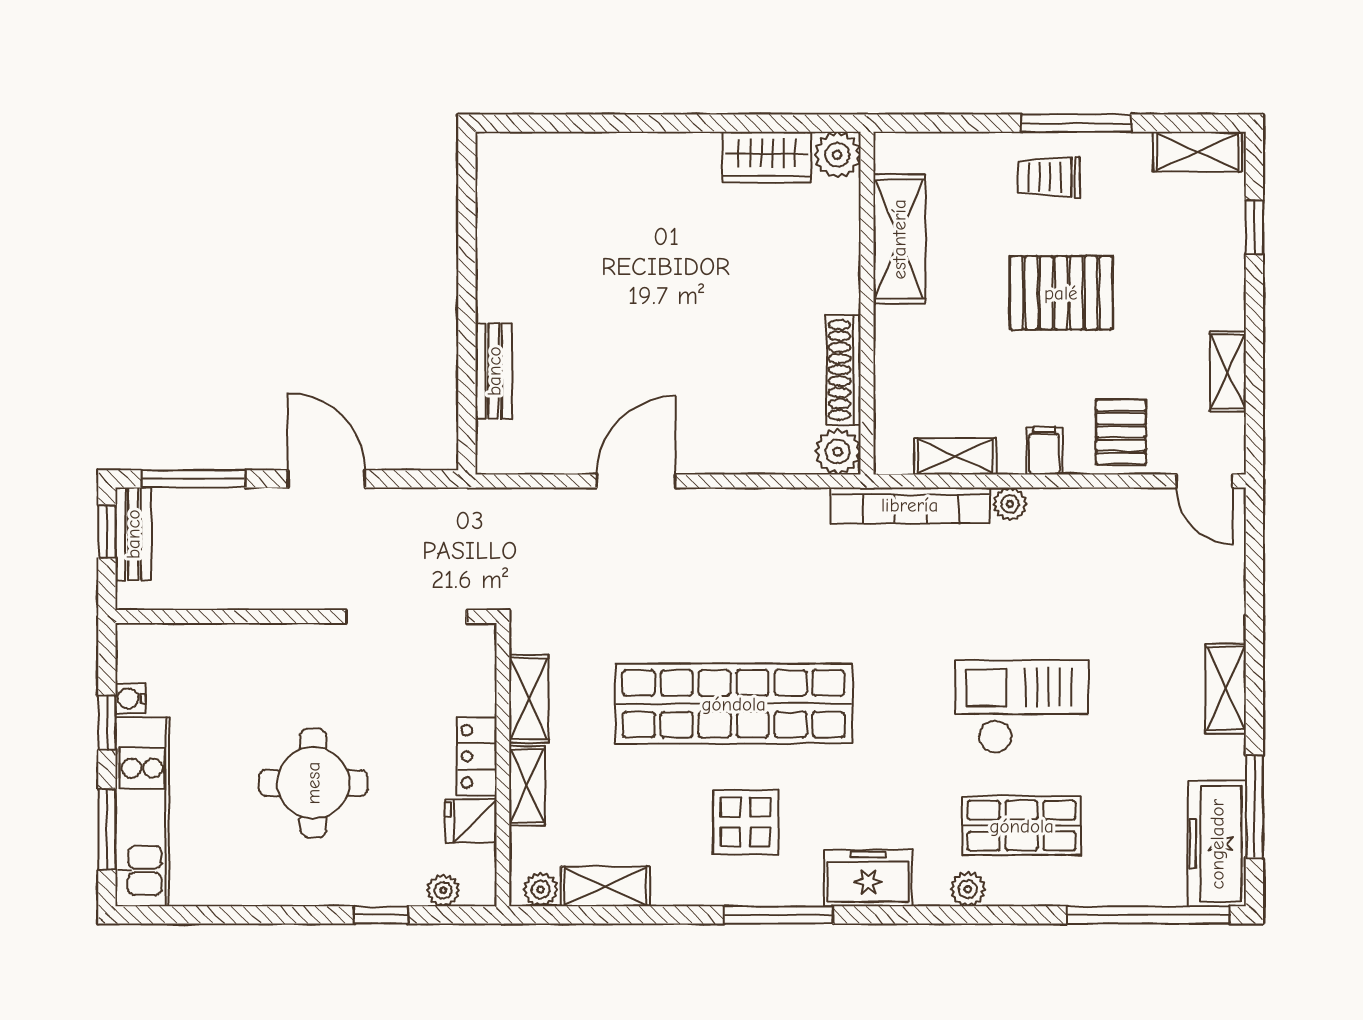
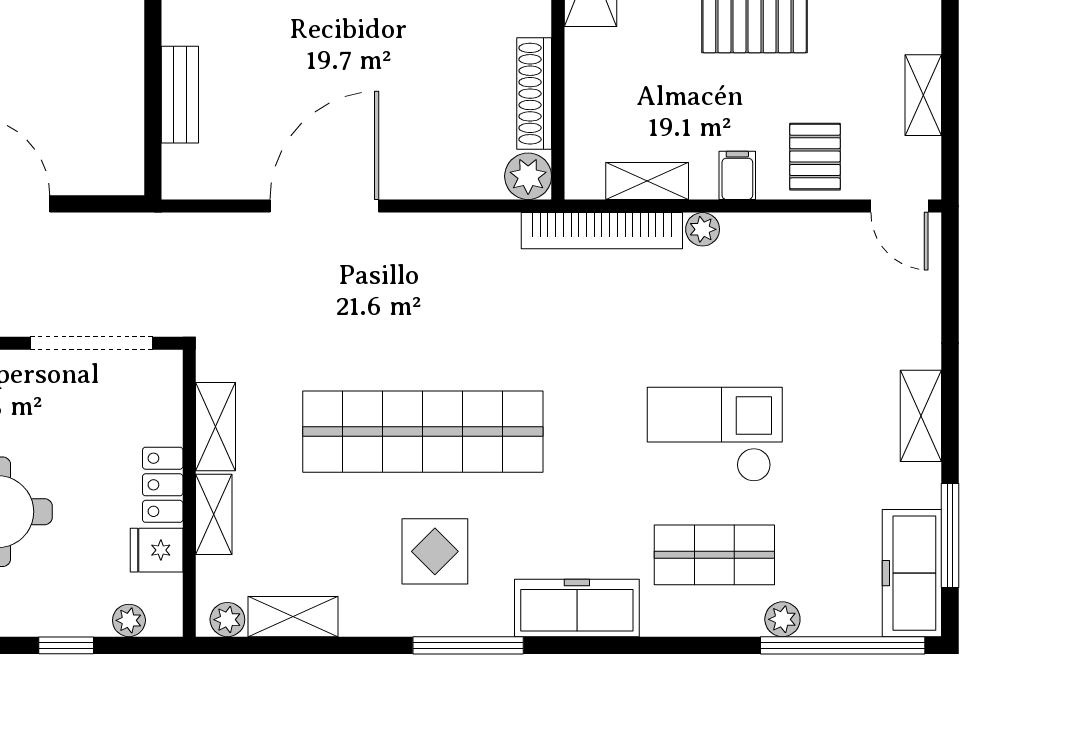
door: (636, 481) -> (324, 206), width x1.36
freezer: (868, 878) -> (577, 608), width x1.40
plant: (968, 889) -> (782, 619), moved

